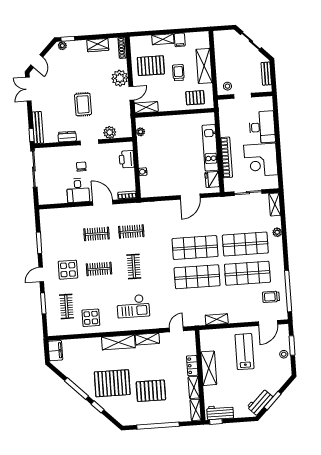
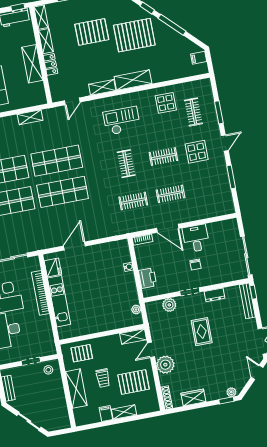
filing cabinet: (55, 351) -> (199, 58), width x0.50

